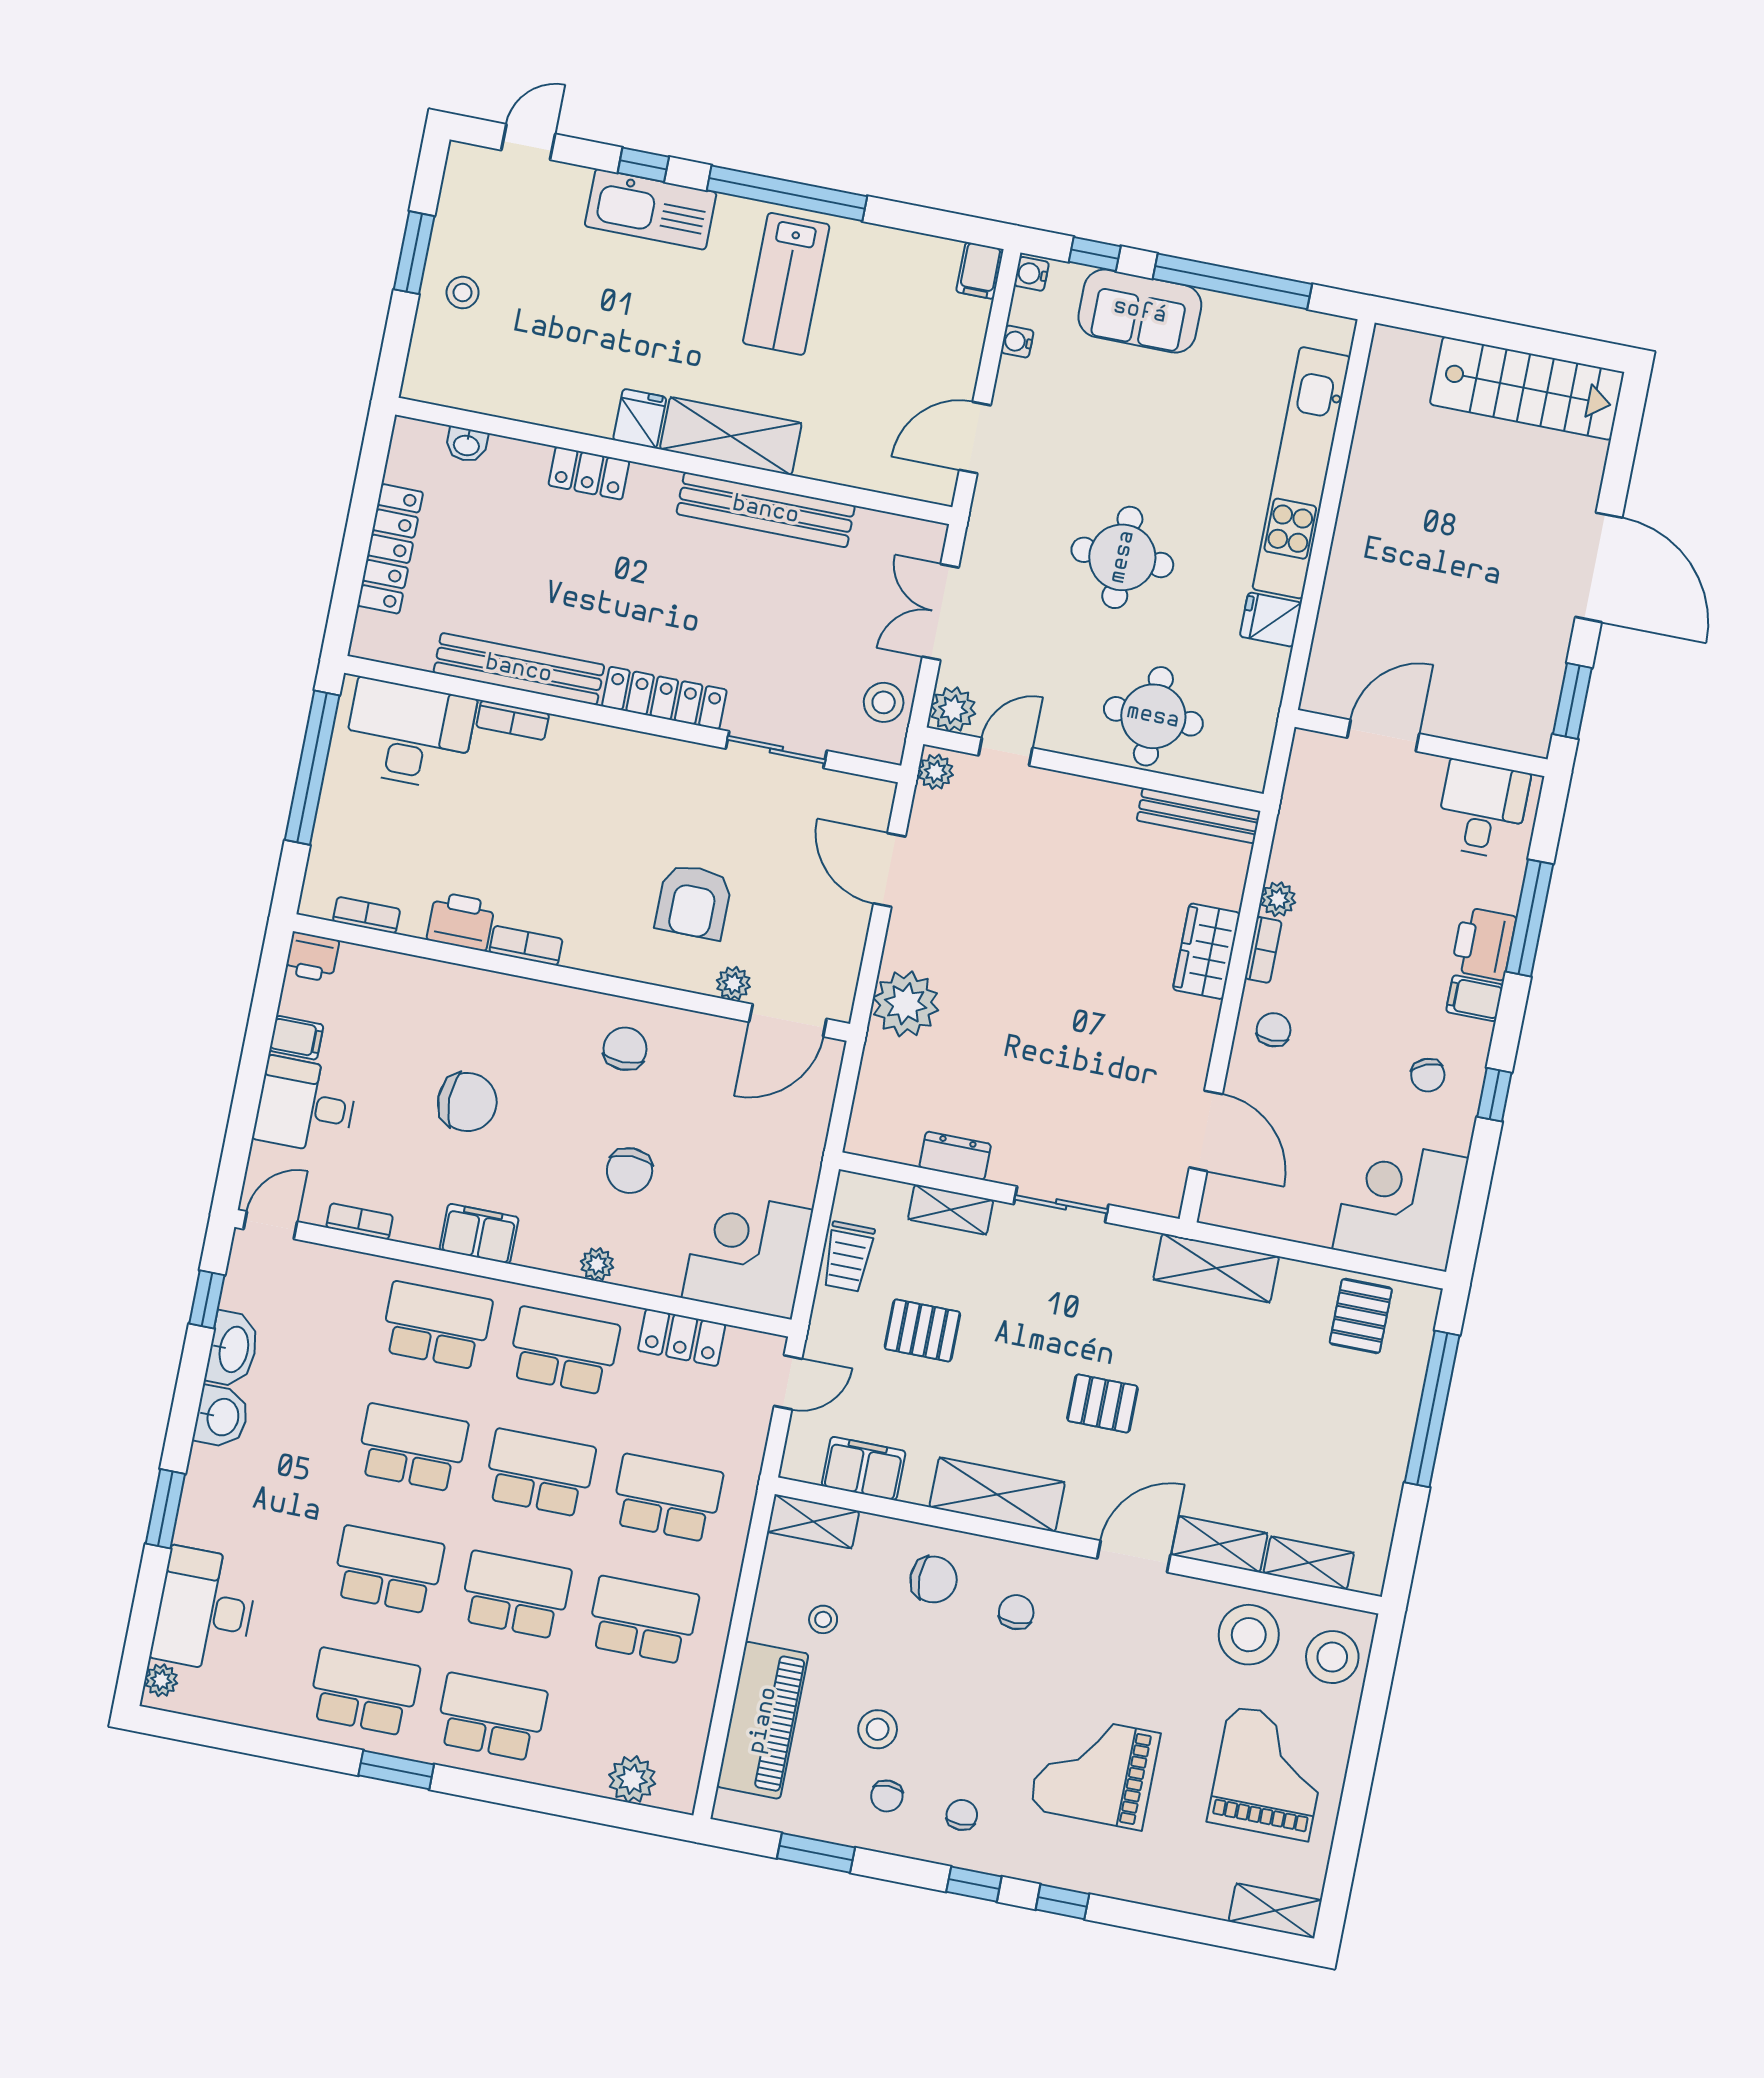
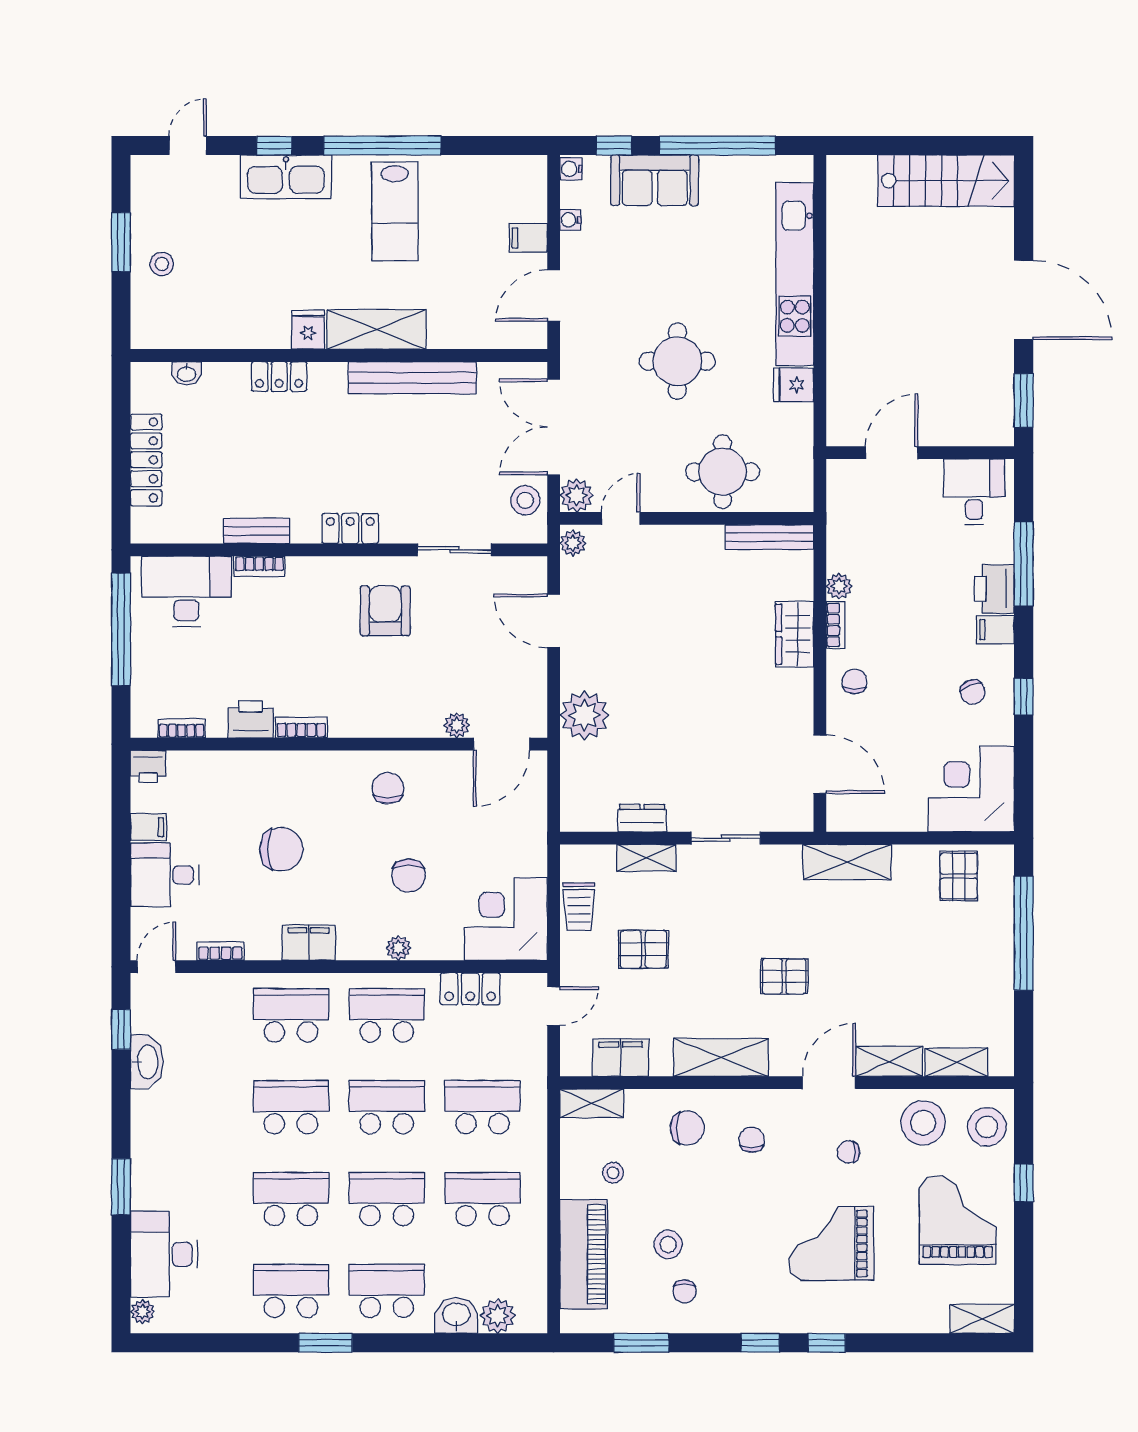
filing cabinet: (980, 271) -> (528, 238), moved, turned 90
double door: (940, 612) -> (554, 427), width x1.37
bench: (519, 669) -> (257, 531), width x0.54, depth x0.82
locker: (664, 698) -> (350, 528), width x0.66
armchair: (694, 902) -> (385, 611), moved, turned 180
washbasin: (222, 1417) -> (456, 1315), moved, turned -90
window: (1366, 1741) -> (1024, 1183), added
chair: (962, 1815) -> (848, 1152), moved, turned -90

